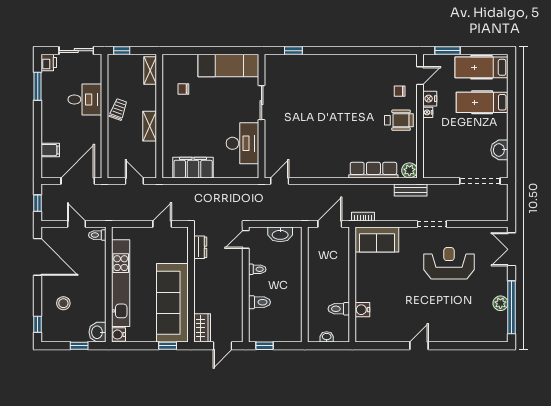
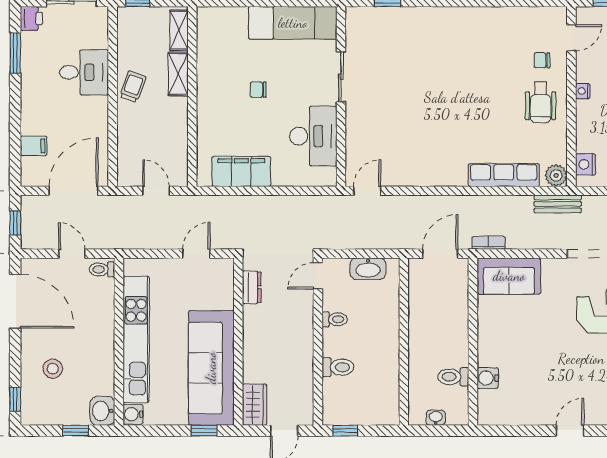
chair: (183, 89) -> (258, 90), moved
nightstand: (430, 99) -> (586, 164), moved
wheelchair: (399, 120) -> (541, 102), turned 90
shelving: (150, 126) -> (178, 74), moved

